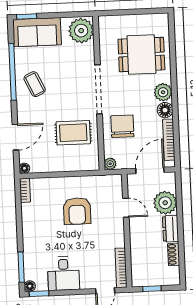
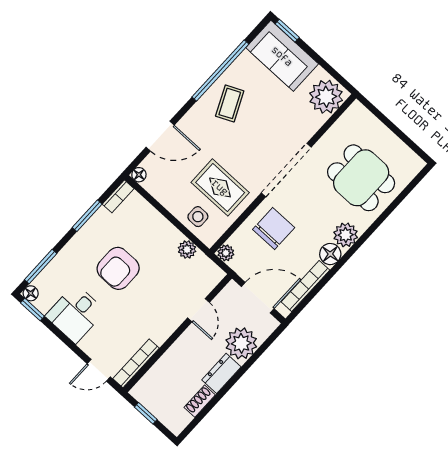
side table: (77, 159) -> (198, 217), added
plant: (88, 182) -> (187, 249), added
armchair: (77, 211) -> (118, 268), moved
window: (19, 217) -> (87, 216), added

